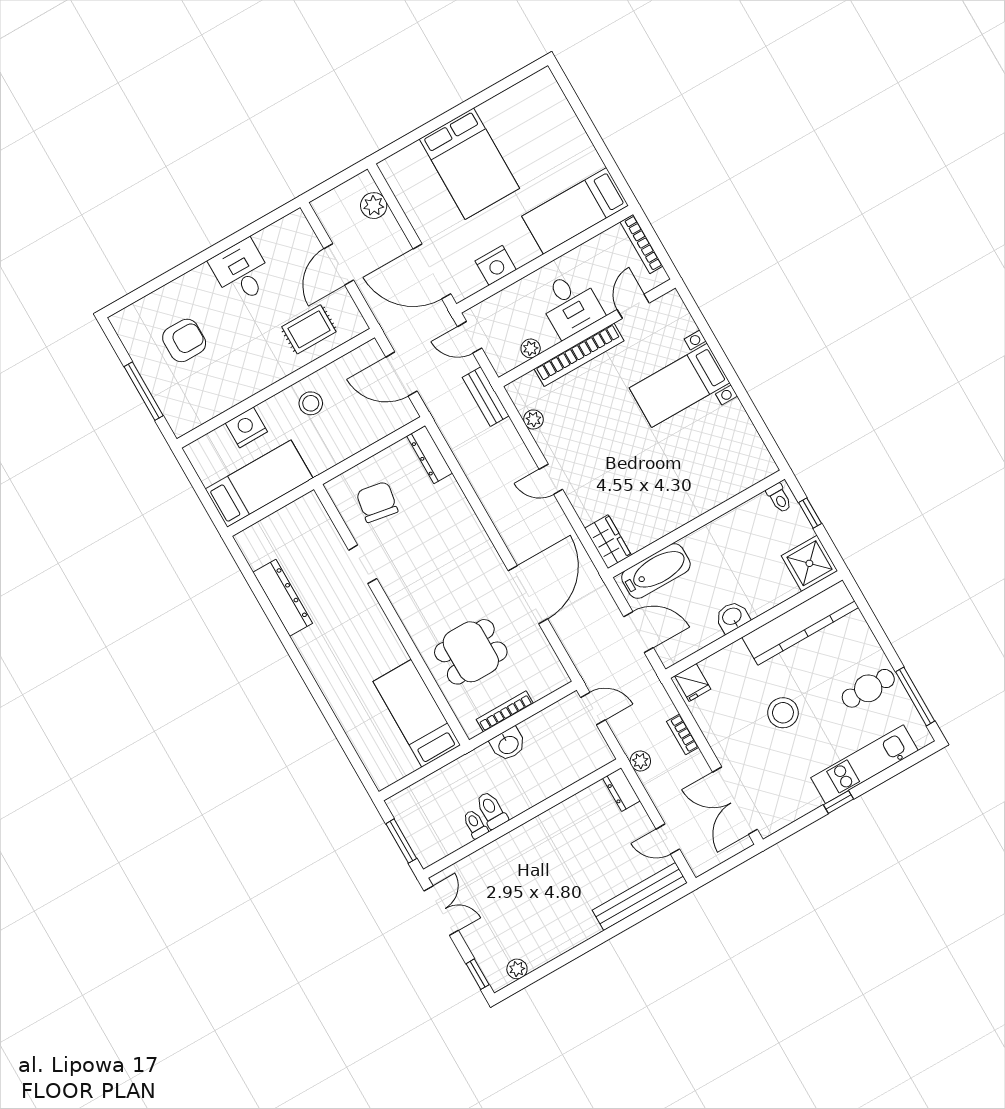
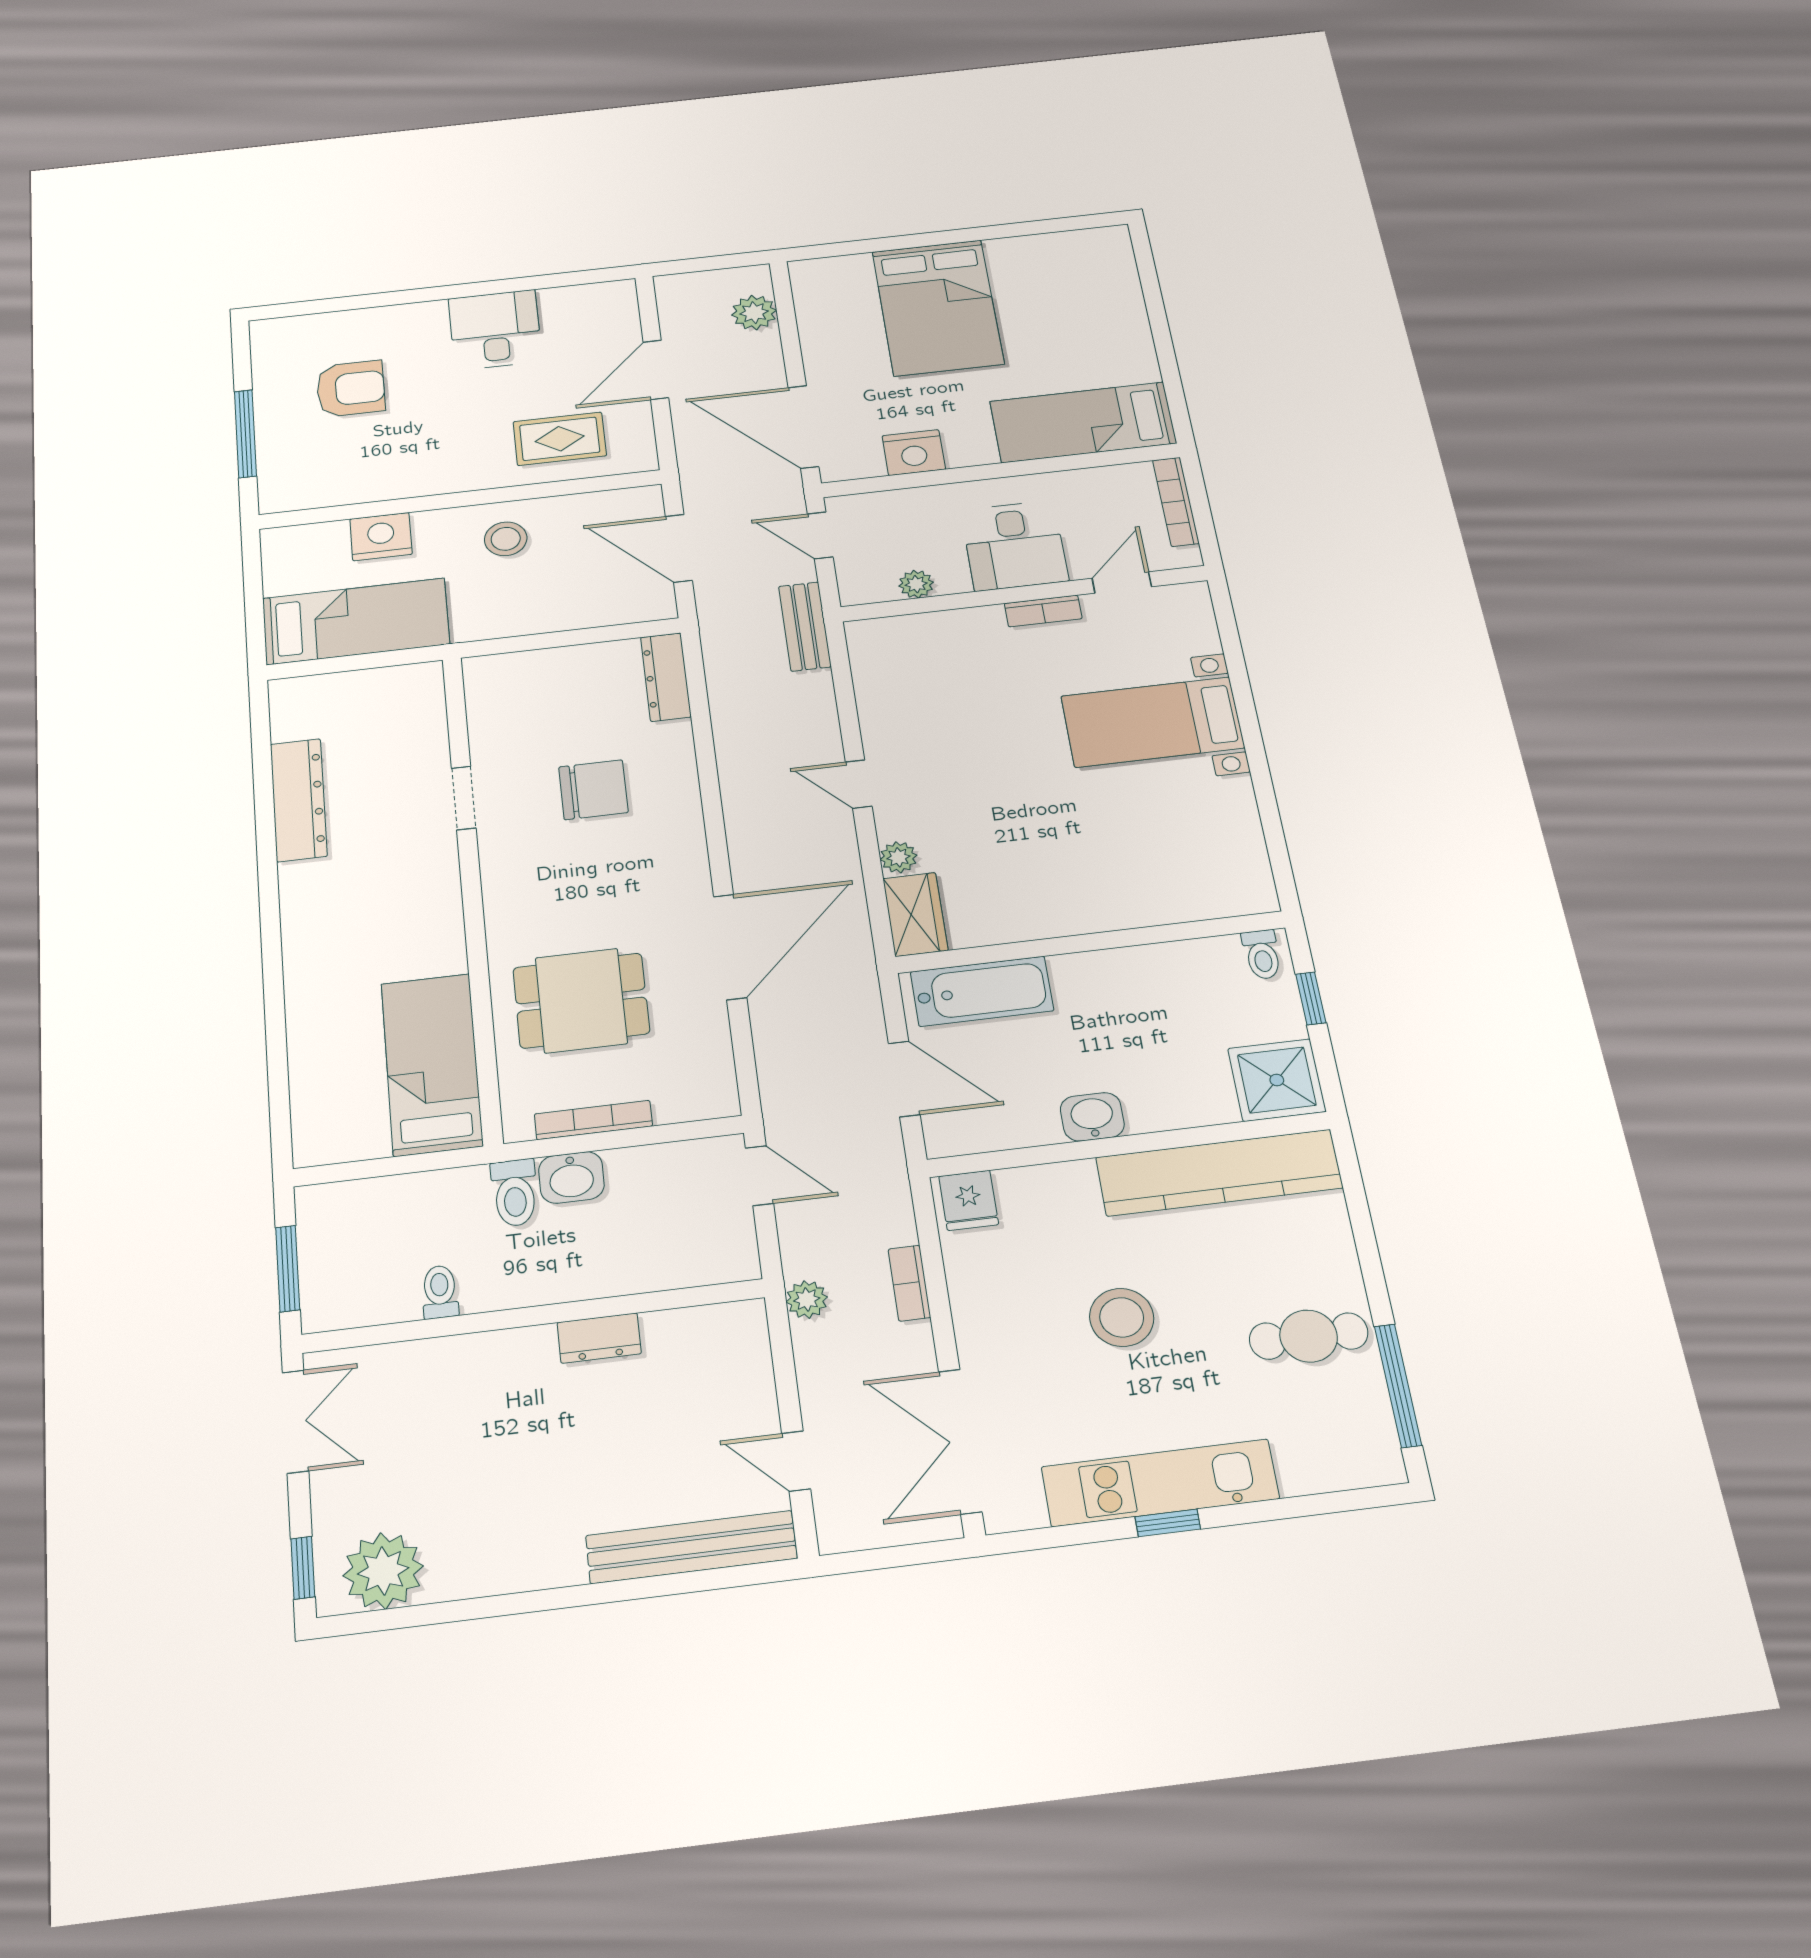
bookcase: (579, 355) -> (1043, 611), width x0.43, depth x0.76
plant: (533, 419) -> (898, 857), moved
chair: (377, 502) -> (593, 790), moved, turned 80
kitchen unit: (864, 764) -> (1160, 1483), moved
dresser: (621, 790) -> (599, 1338), moved, turned -90
toilet: (492, 810) -> (515, 1193), moved, turned 180
plant: (517, 969) -> (383, 1571), width x1.88, depth x1.88

